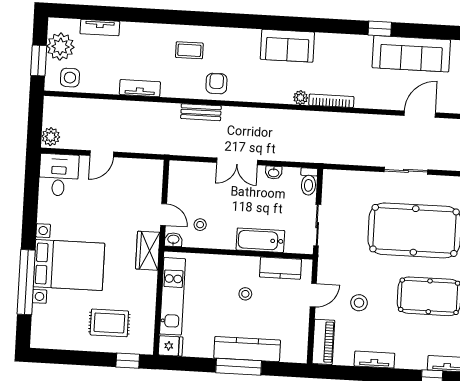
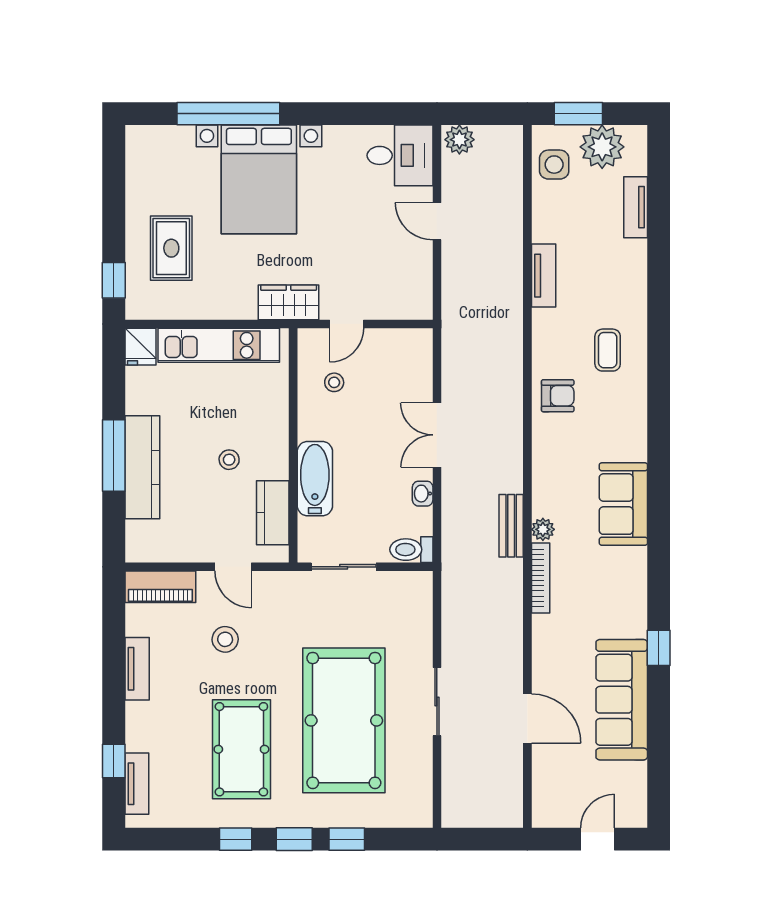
bench: (201, 112) -> (511, 526), moved
washbasin: (173, 240) -> (308, 342), removed

